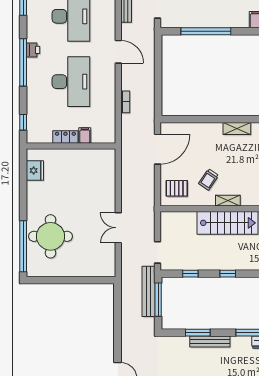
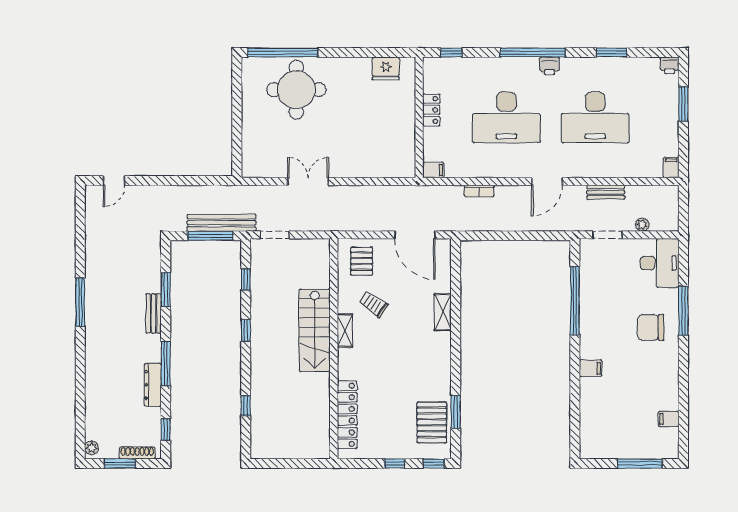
shelving: (237, 129) -> (443, 312), moved
filing cabinet: (85, 135) -> (433, 170), moved
bench: (210, 341) -> (154, 313), width x0.73

